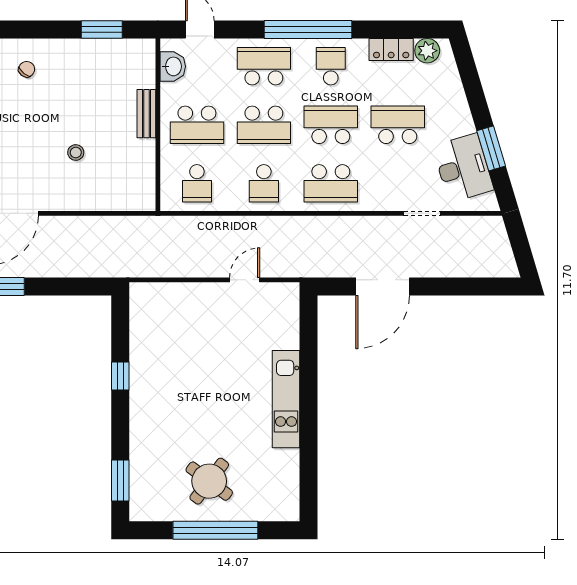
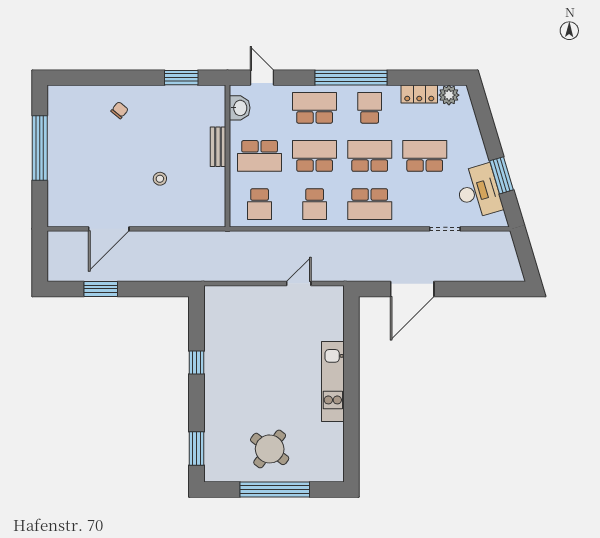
school desk: (264, 125) -> (315, 156), turned 180

